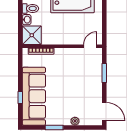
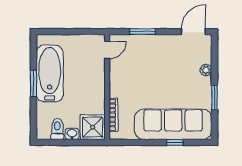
door: (90, 46) -> (107, 50), swing flipped

